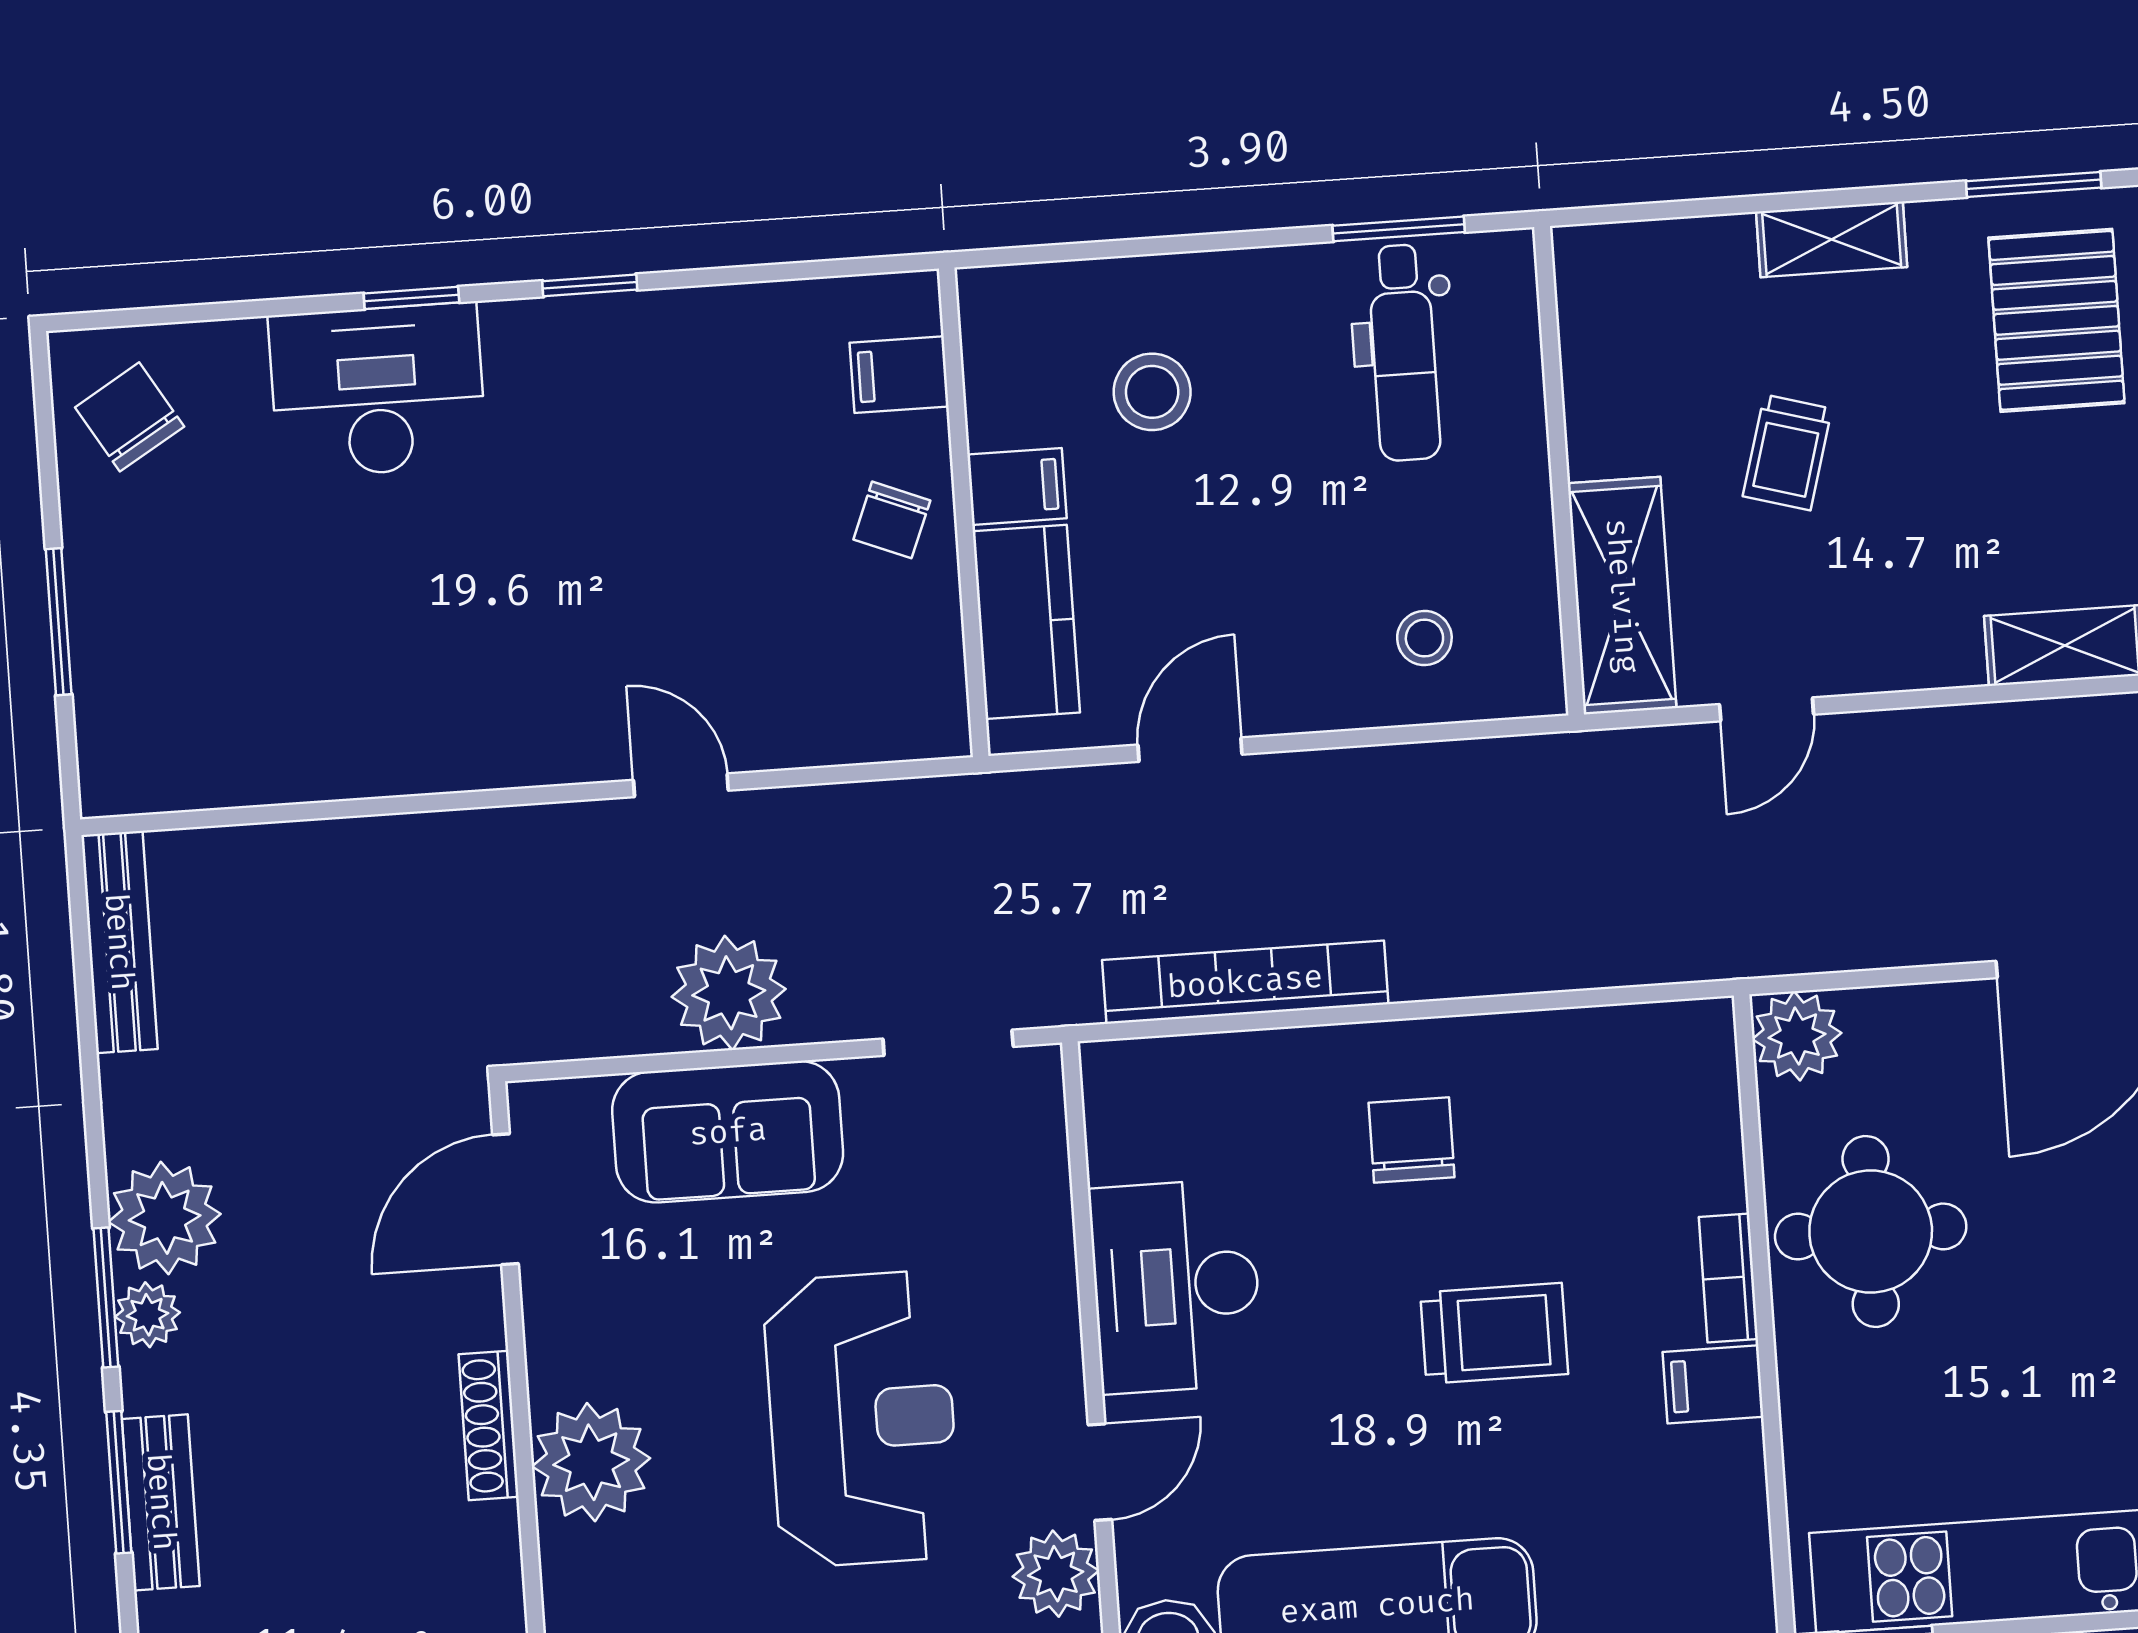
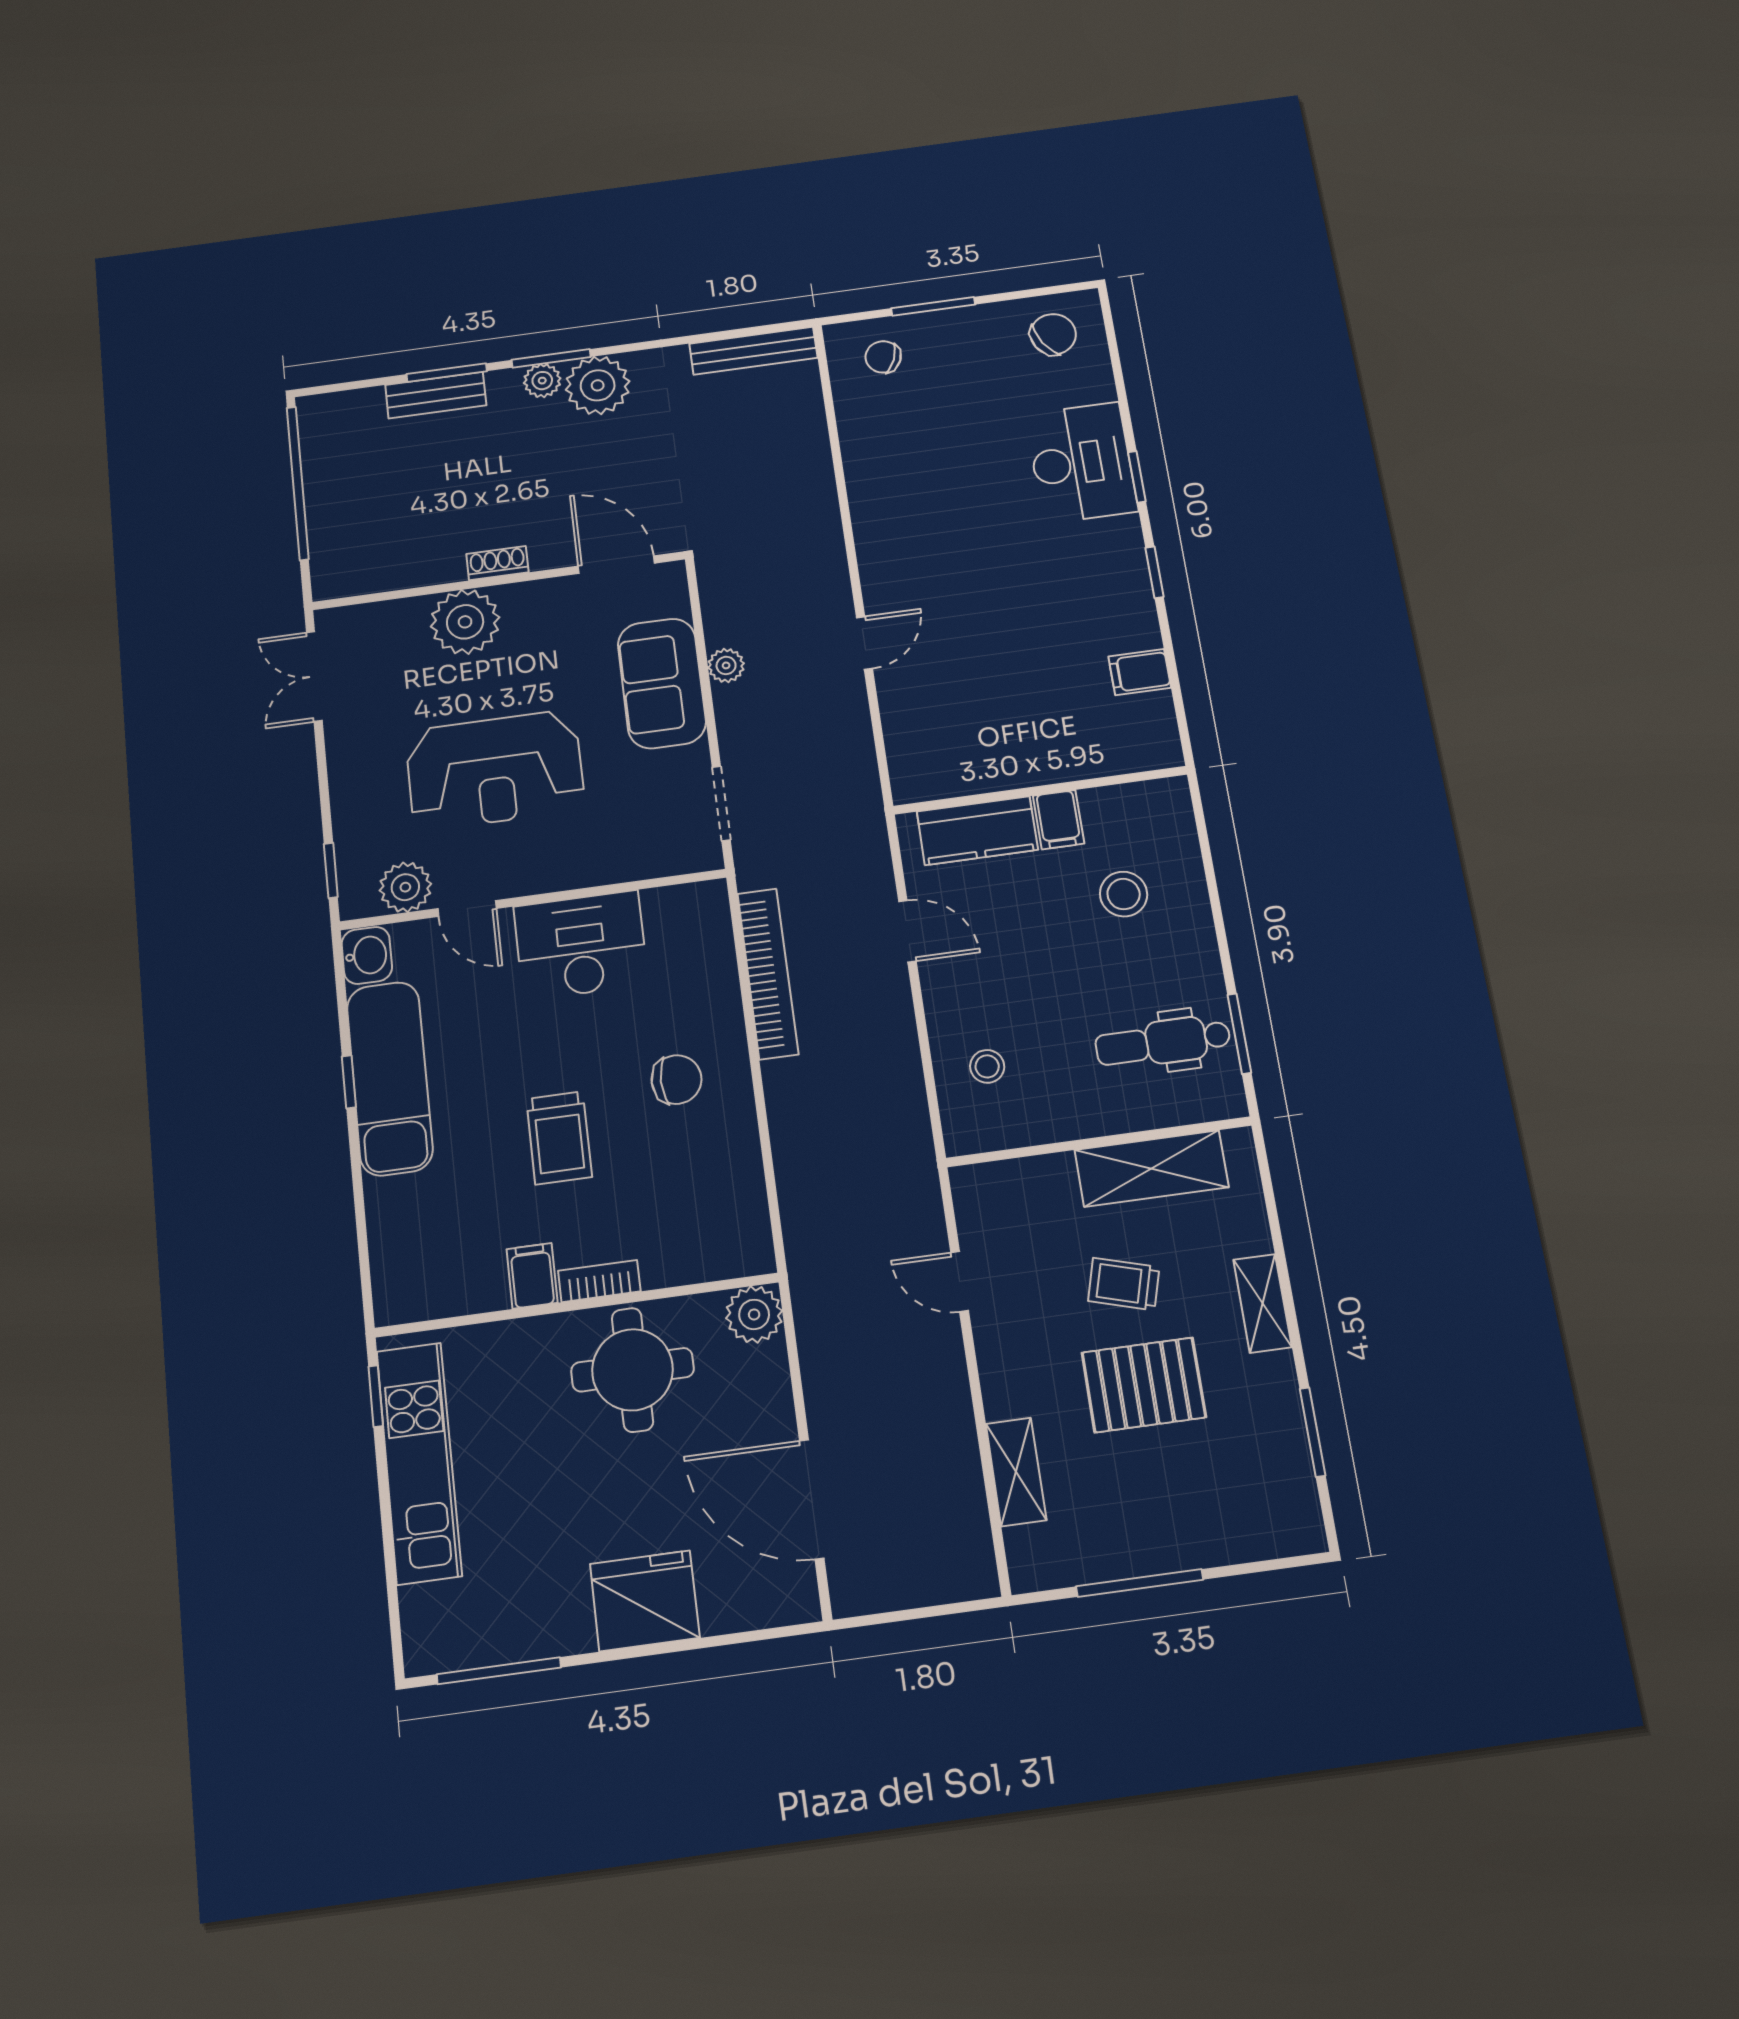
pallet: (2056, 320) -> (1144, 1385), moved
filing cabinet: (899, 375) -> (1140, 672), moved, turned -90
chair: (892, 520) -> (883, 357), moved
shelving: (1622, 596) -> (1152, 1168), moved
plant: (729, 993) -> (726, 665), width x0.53, depth x0.53
shoe rack: (489, 1425) -> (497, 563), width x0.70

